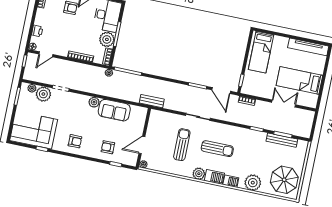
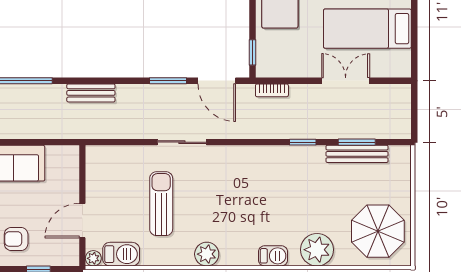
bench: (152, 101) -> (91, 93), moved
sun lounger: (217, 149) -> (233, 197), removed
barbecue: (214, 177) -> (121, 254), moved

